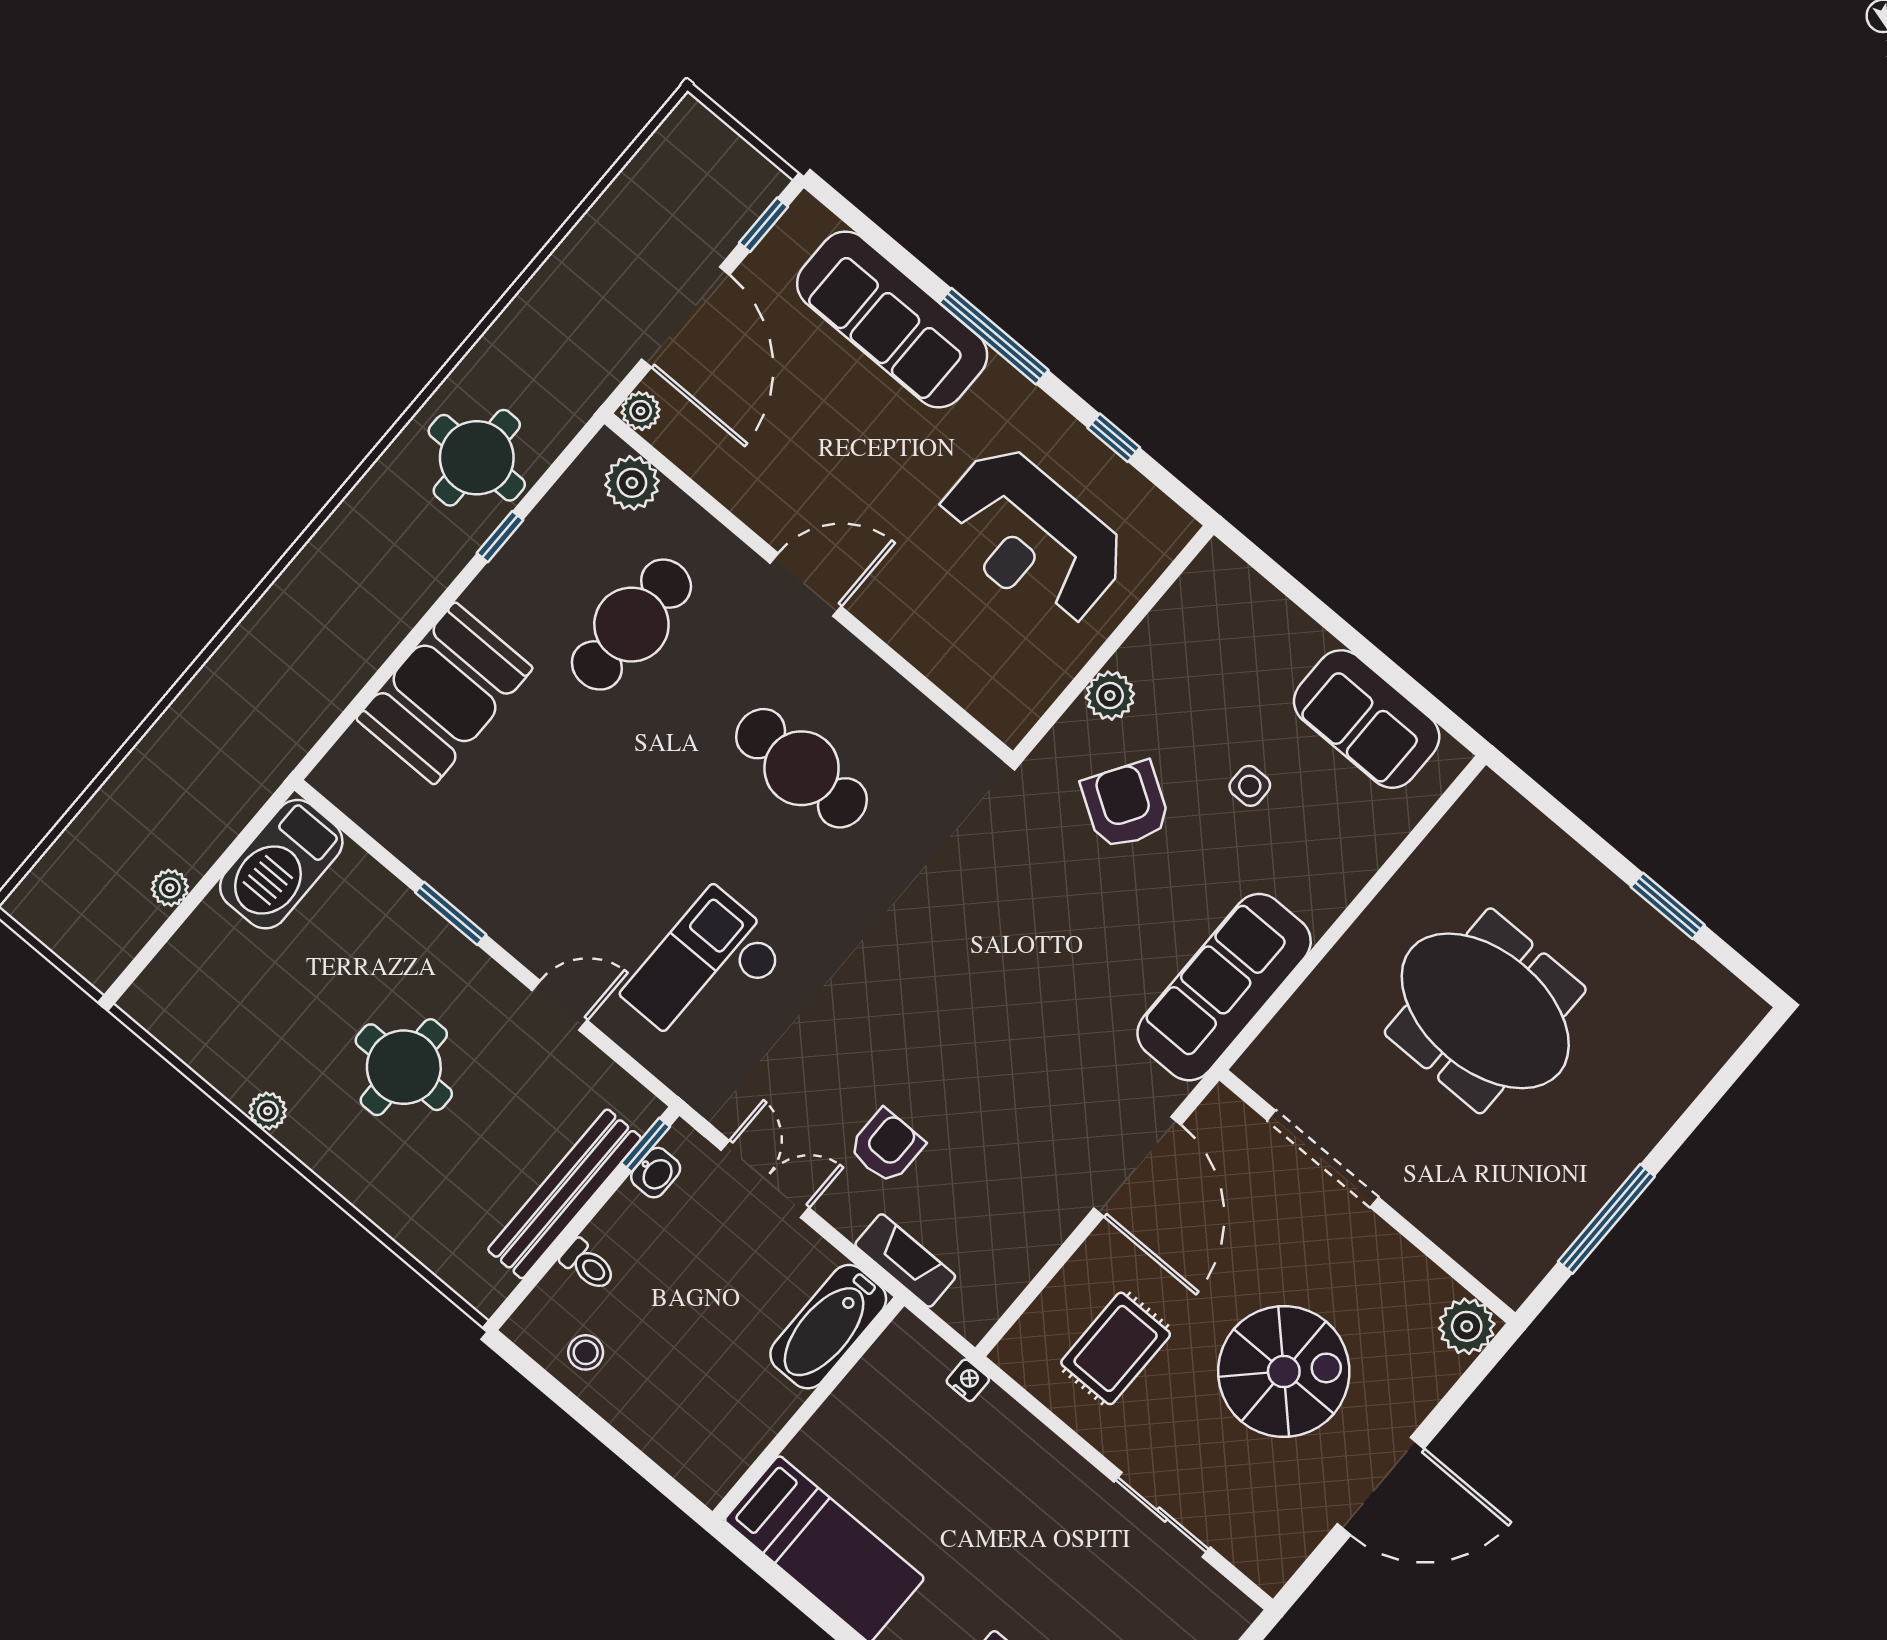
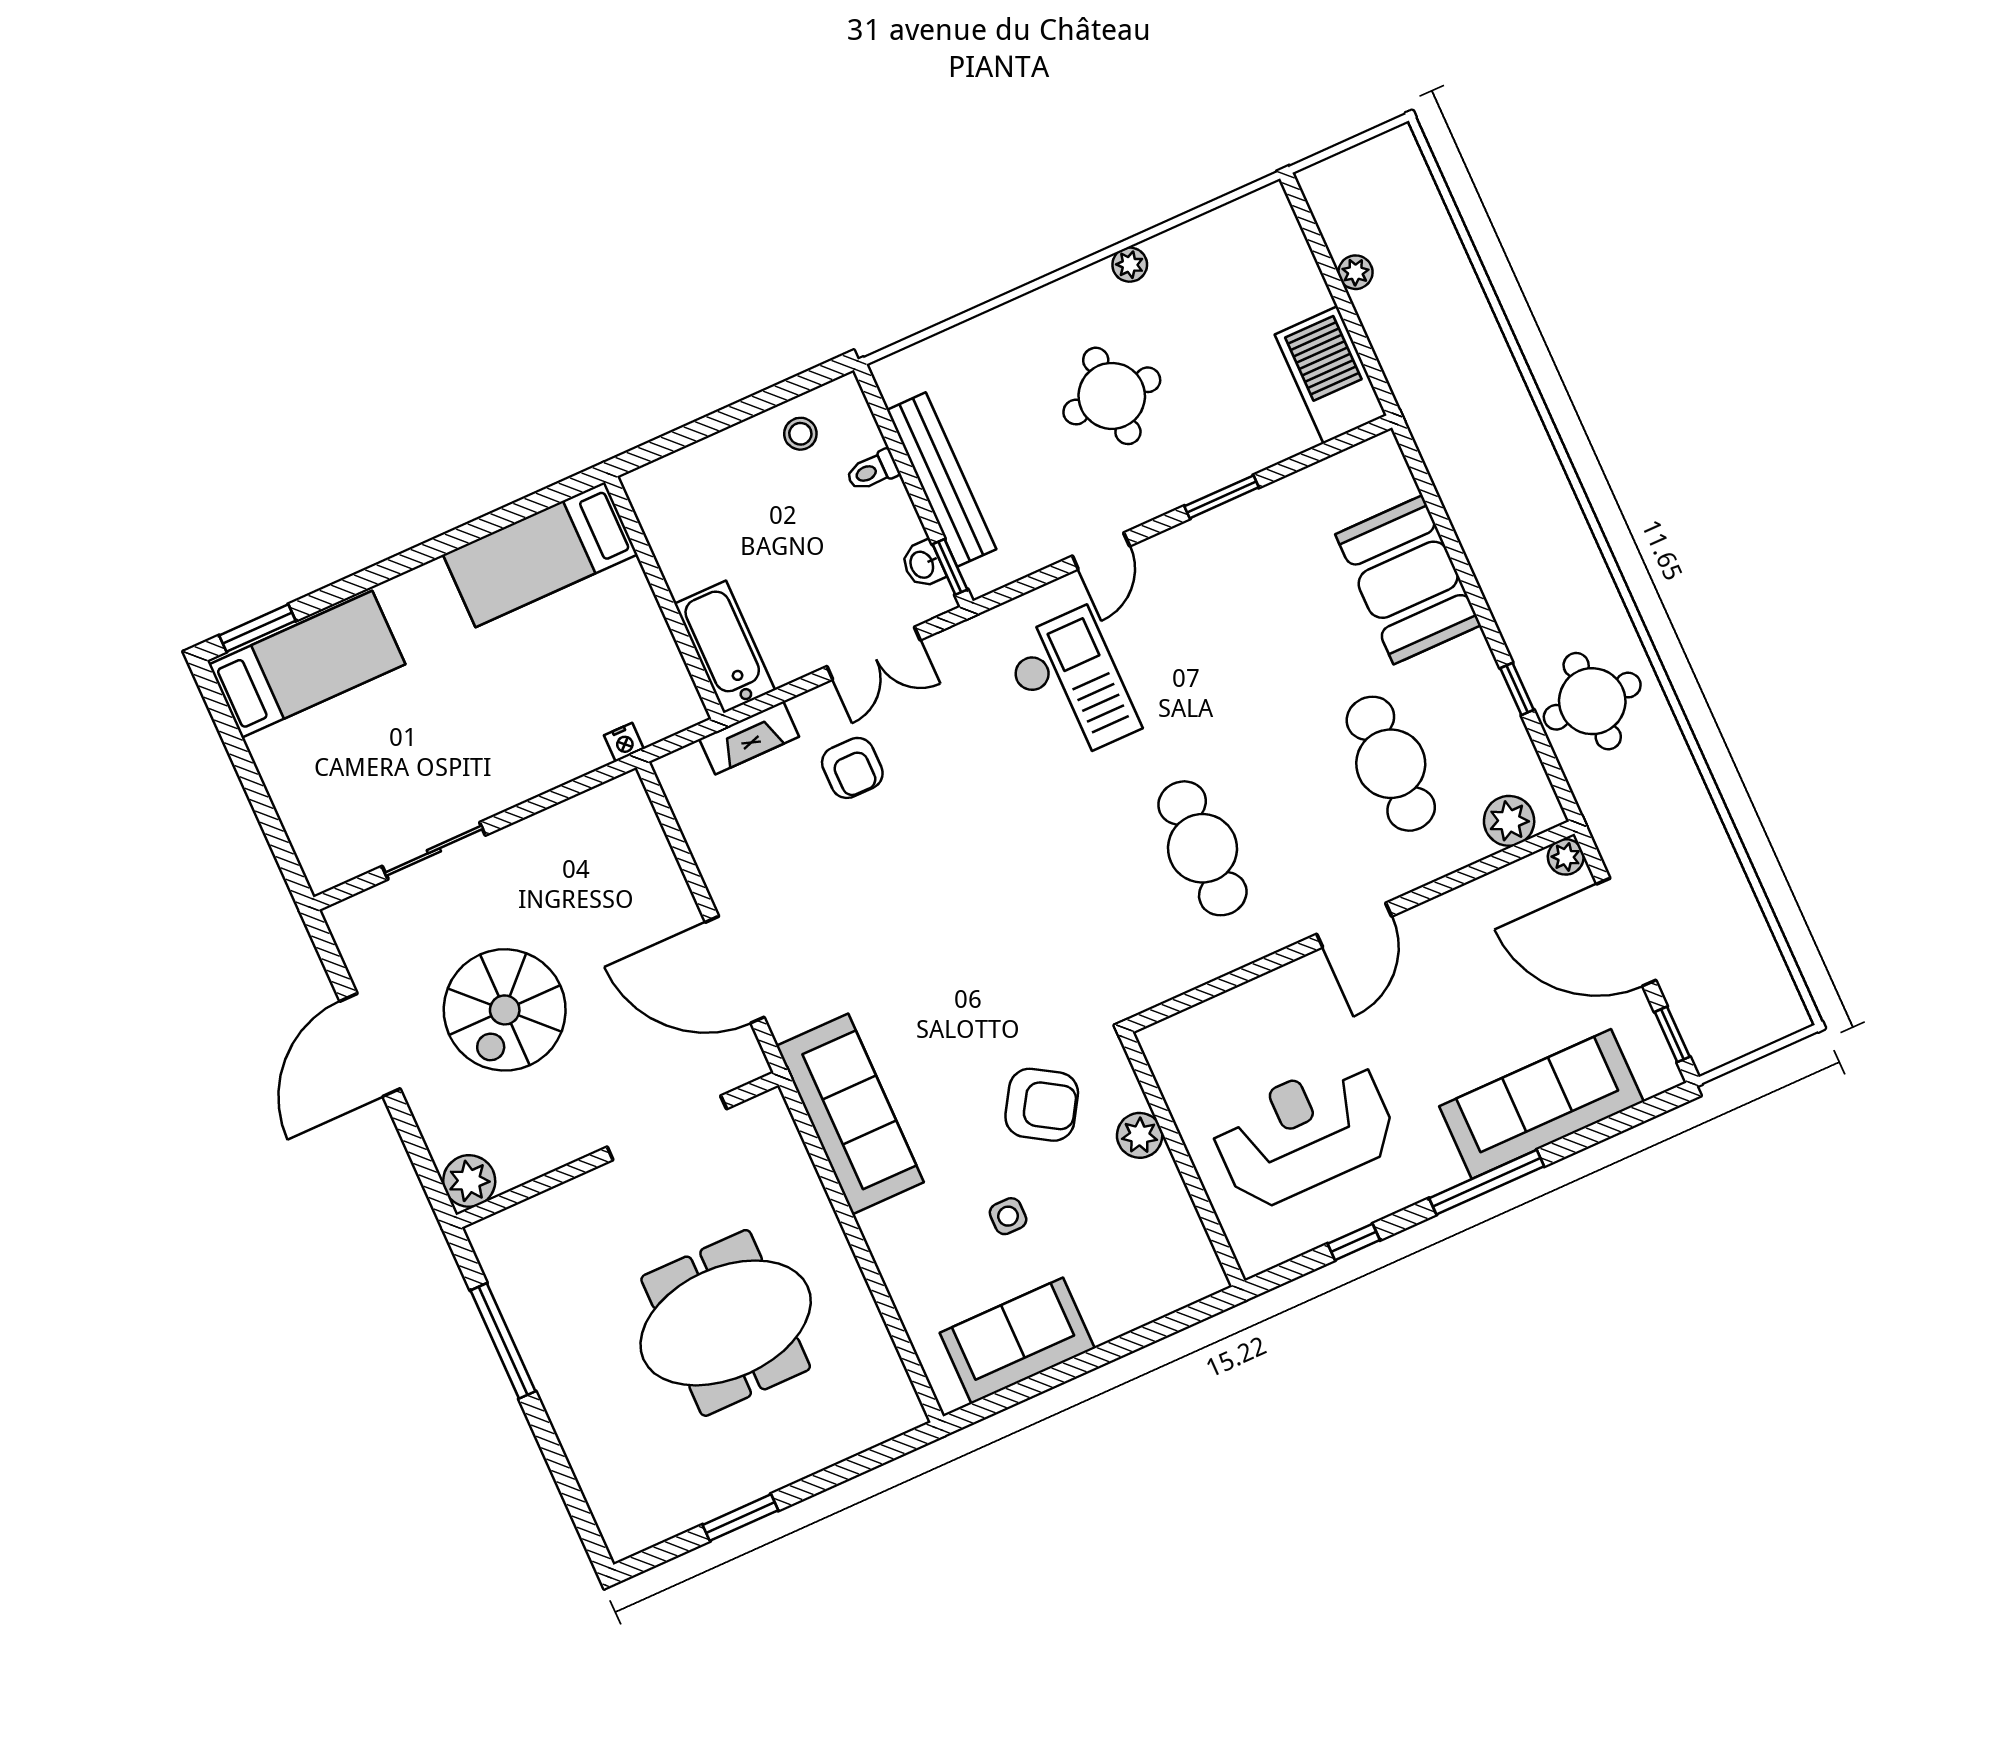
cafe table: (802, 768) -> (1202, 848), turned 90
rug: (1116, 1348) -> (591, 879), removed

